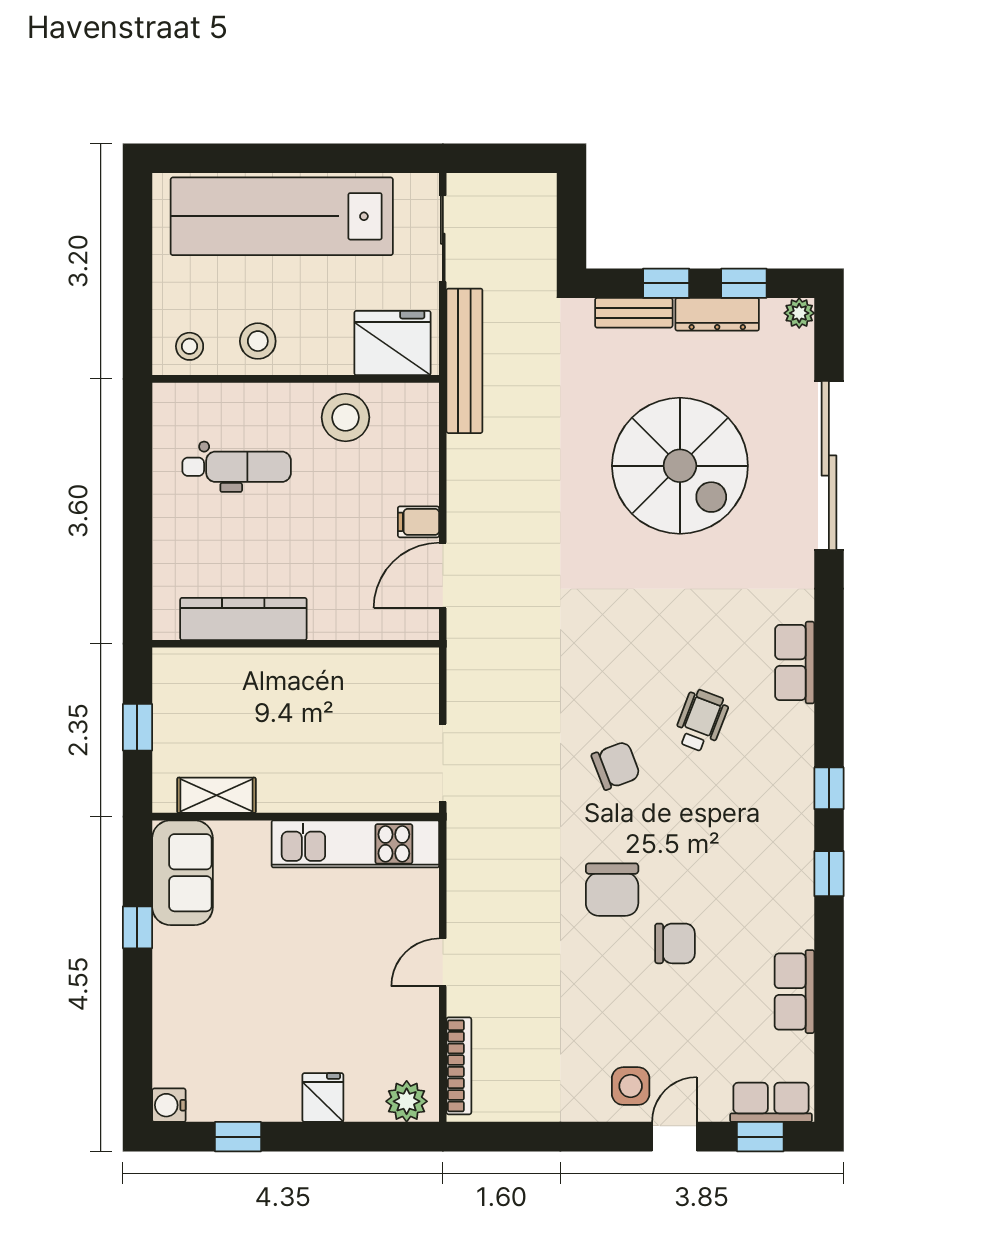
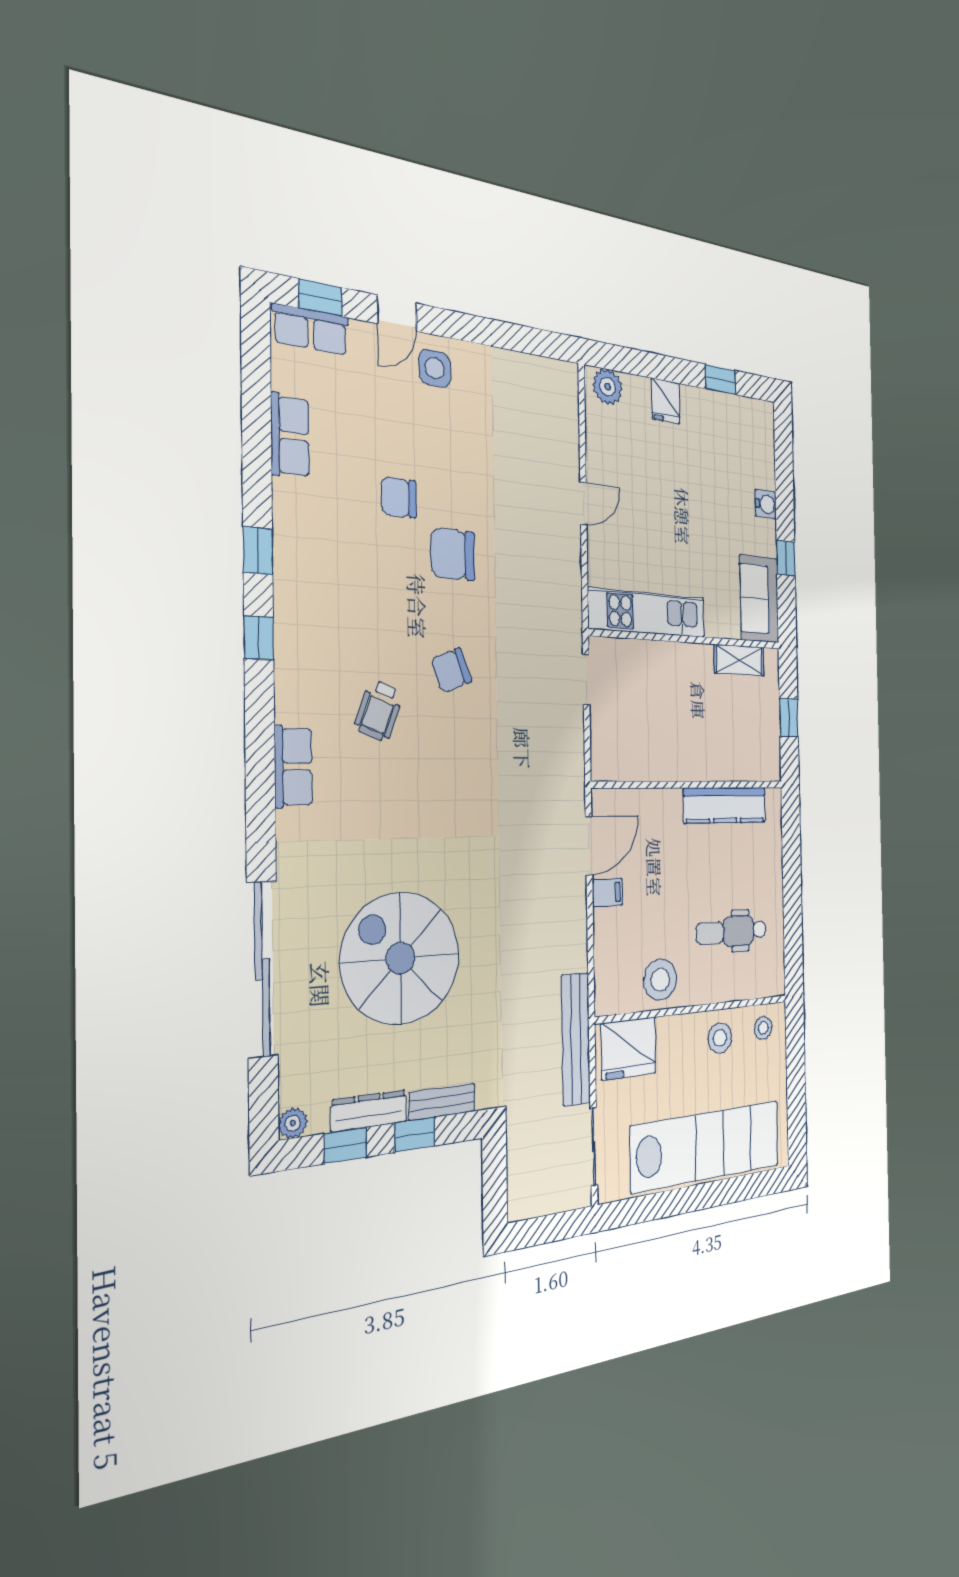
doorway: (443, 763) -> (586, 679), width x0.73
chair: (612, 890) -> (453, 554), turned -90
bookcase: (459, 1066) -> (570, 411), removed
water cooler: (169, 1105) -> (766, 504), moved

